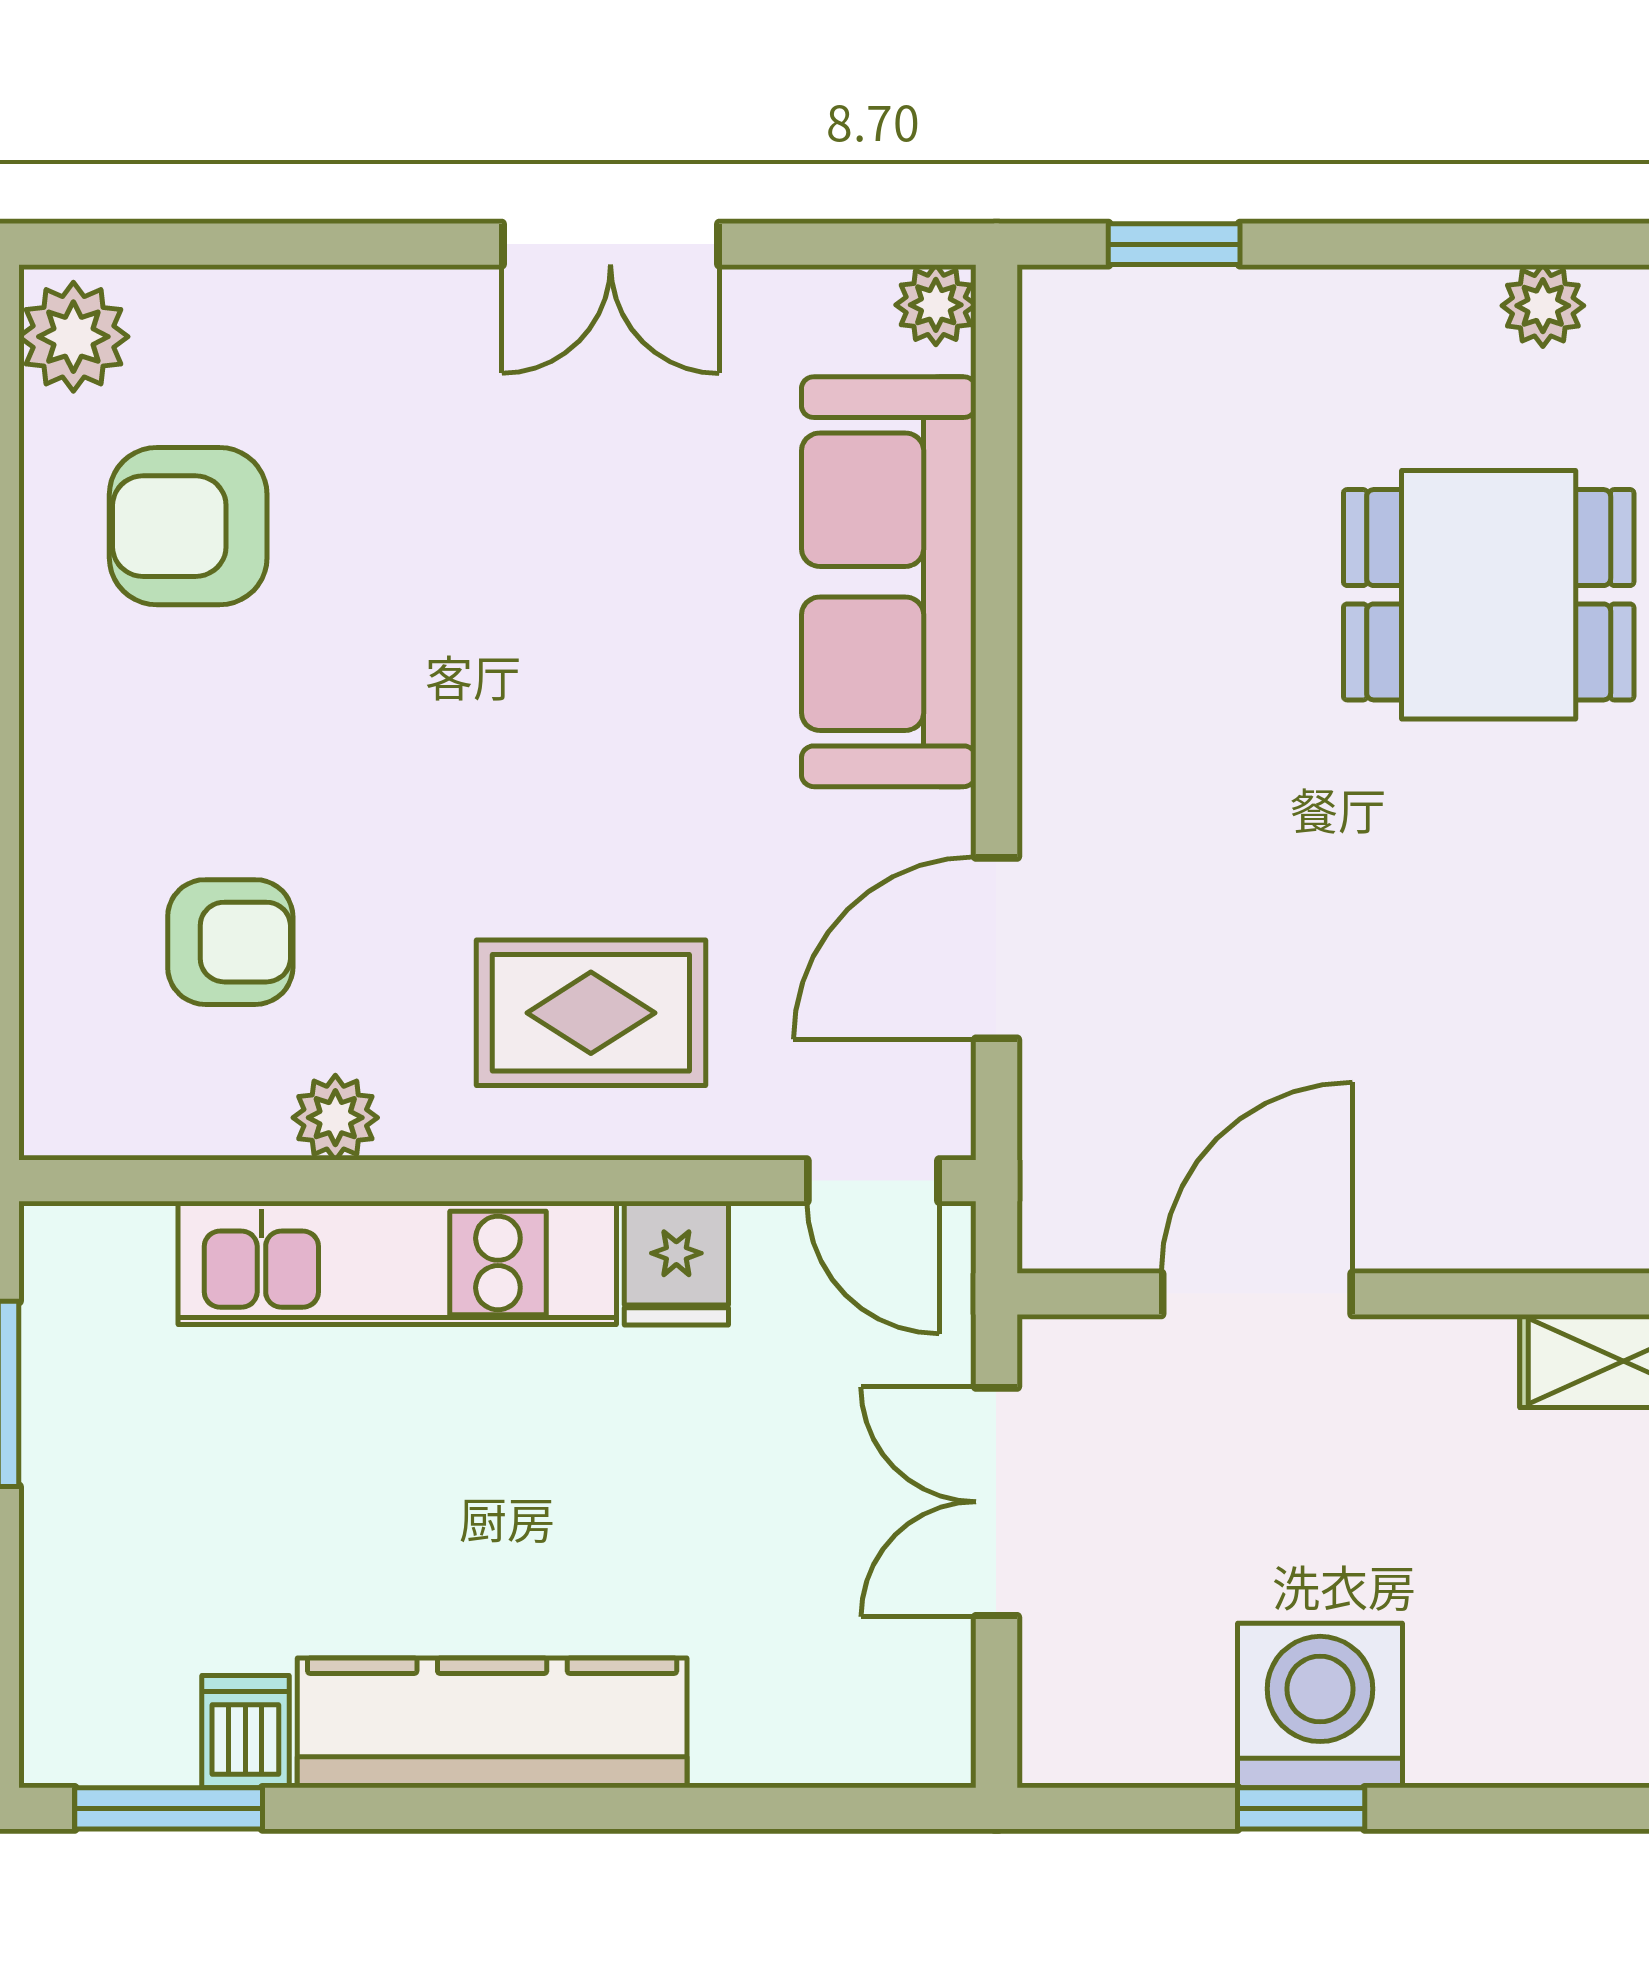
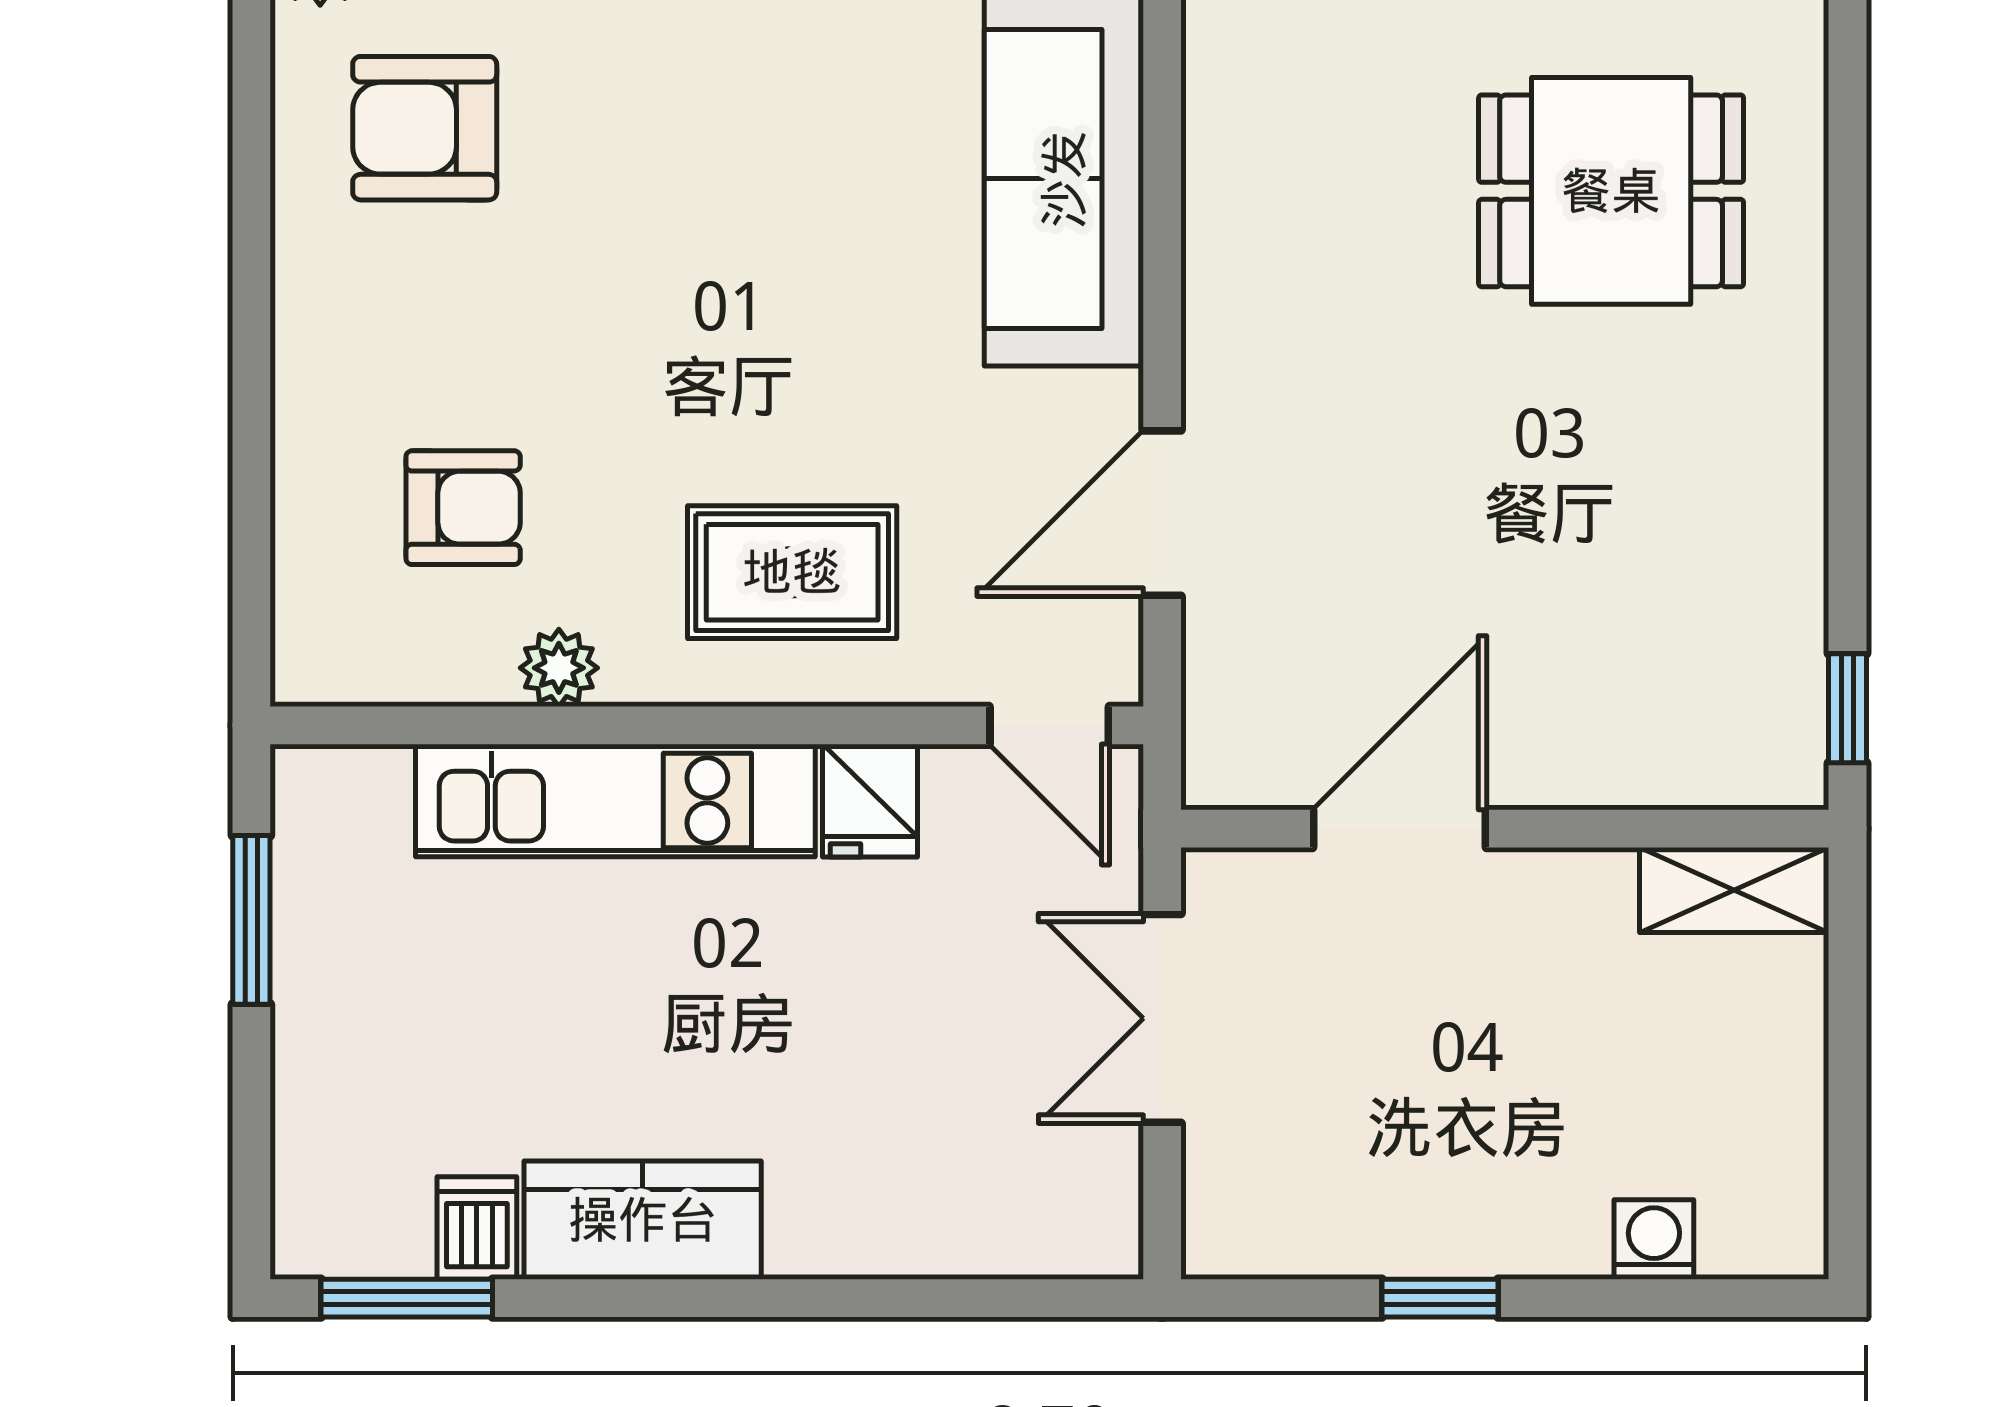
washing machine: (1320, 1705) -> (1654, 1240), moved, width x0.53, depth x0.53
kitchen counter: (492, 1723) -> (643, 1220), width x0.67

